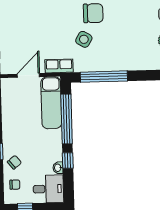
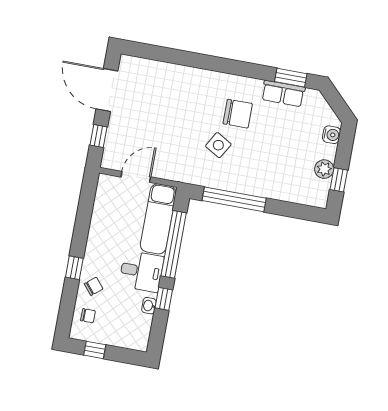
row of seats: (59, 66) -> (179, 173), removed
desk: (48, 189) -> (141, 271), moved

